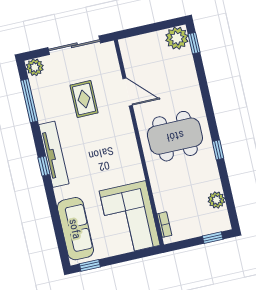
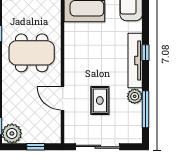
window: (146, 29) -> (36, 147), added
plant: (35, 67) -> (135, 96), moved

